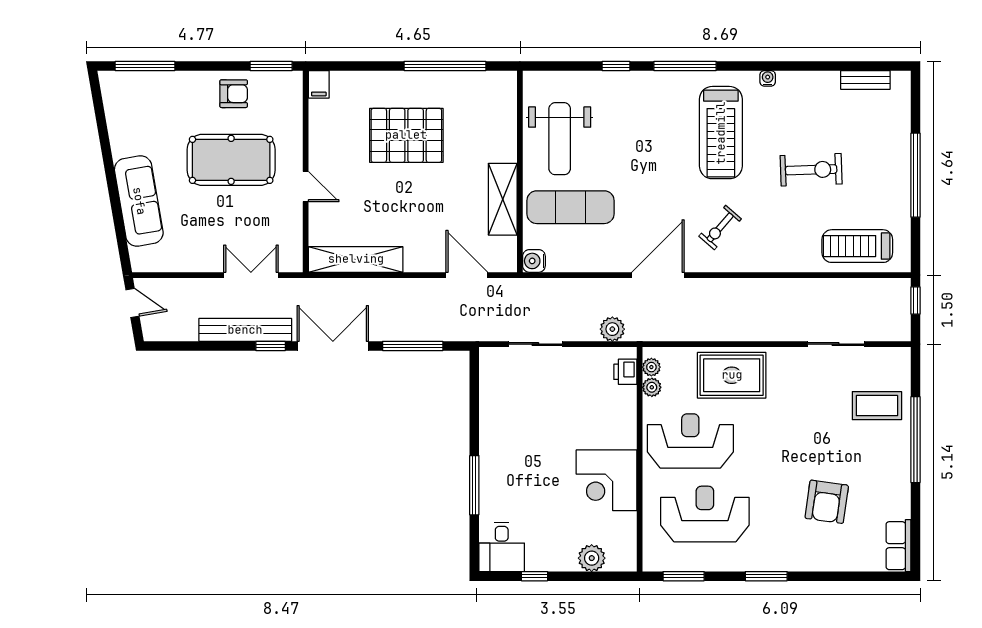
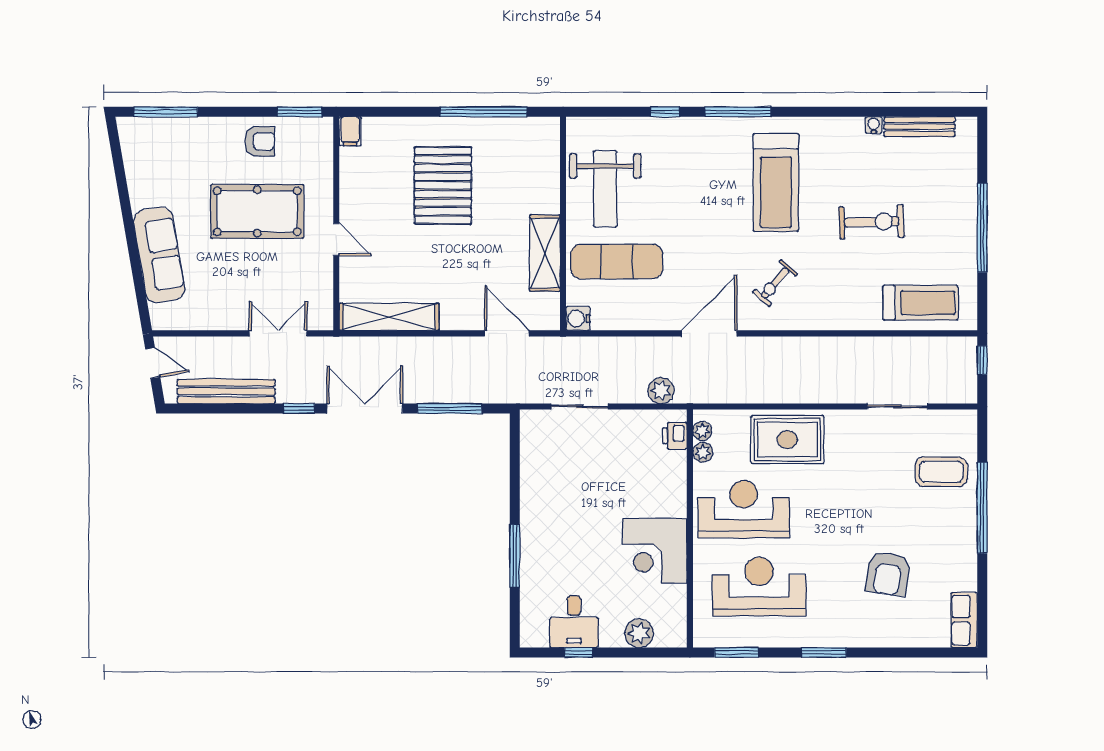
water cooler: (768, 78) -> (874, 125), moved
bench: (865, 80) -> (920, 127), width x1.36
pallet: (406, 135) -> (443, 185), turned 90
treadmill: (857, 246) -> (920, 303), turned 180
bench: (245, 330) -> (226, 391), moved
desk: (502, 547) -> (574, 622), moved

